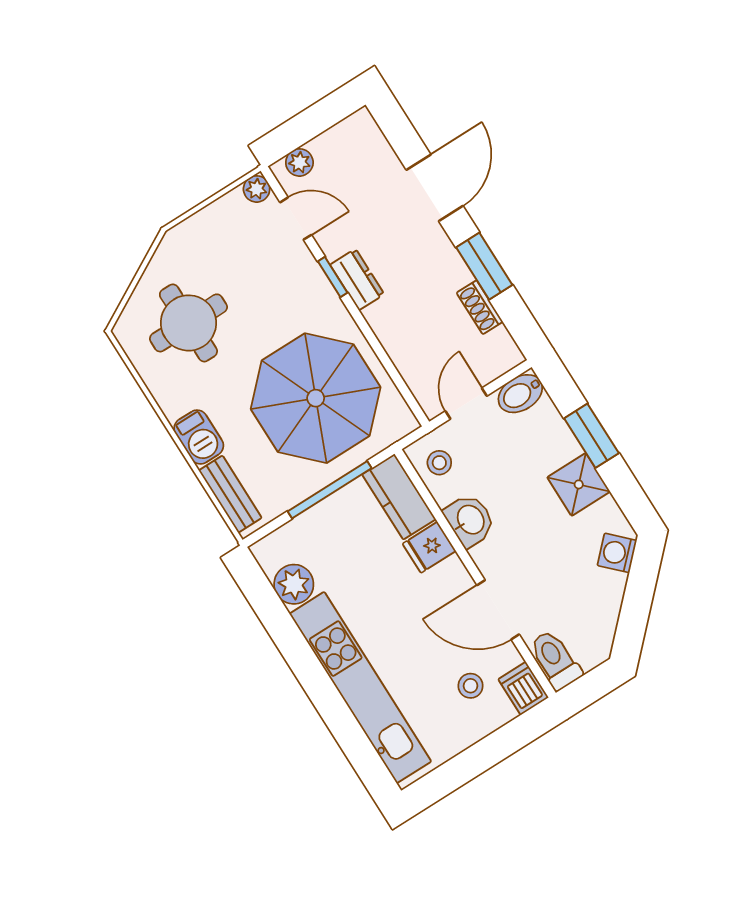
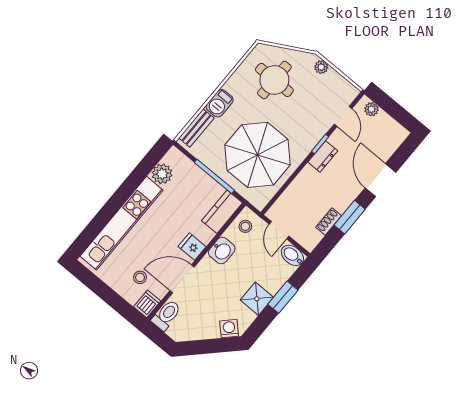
door: (435, 188) -> (381, 180), swing flipped
plant: (257, 189) -> (321, 67), moved
door: (466, 404) -> (279, 230), swing flipped
fridge: (429, 547) -> (192, 247), moved
door: (498, 610) -> (182, 279), hinge flipped

